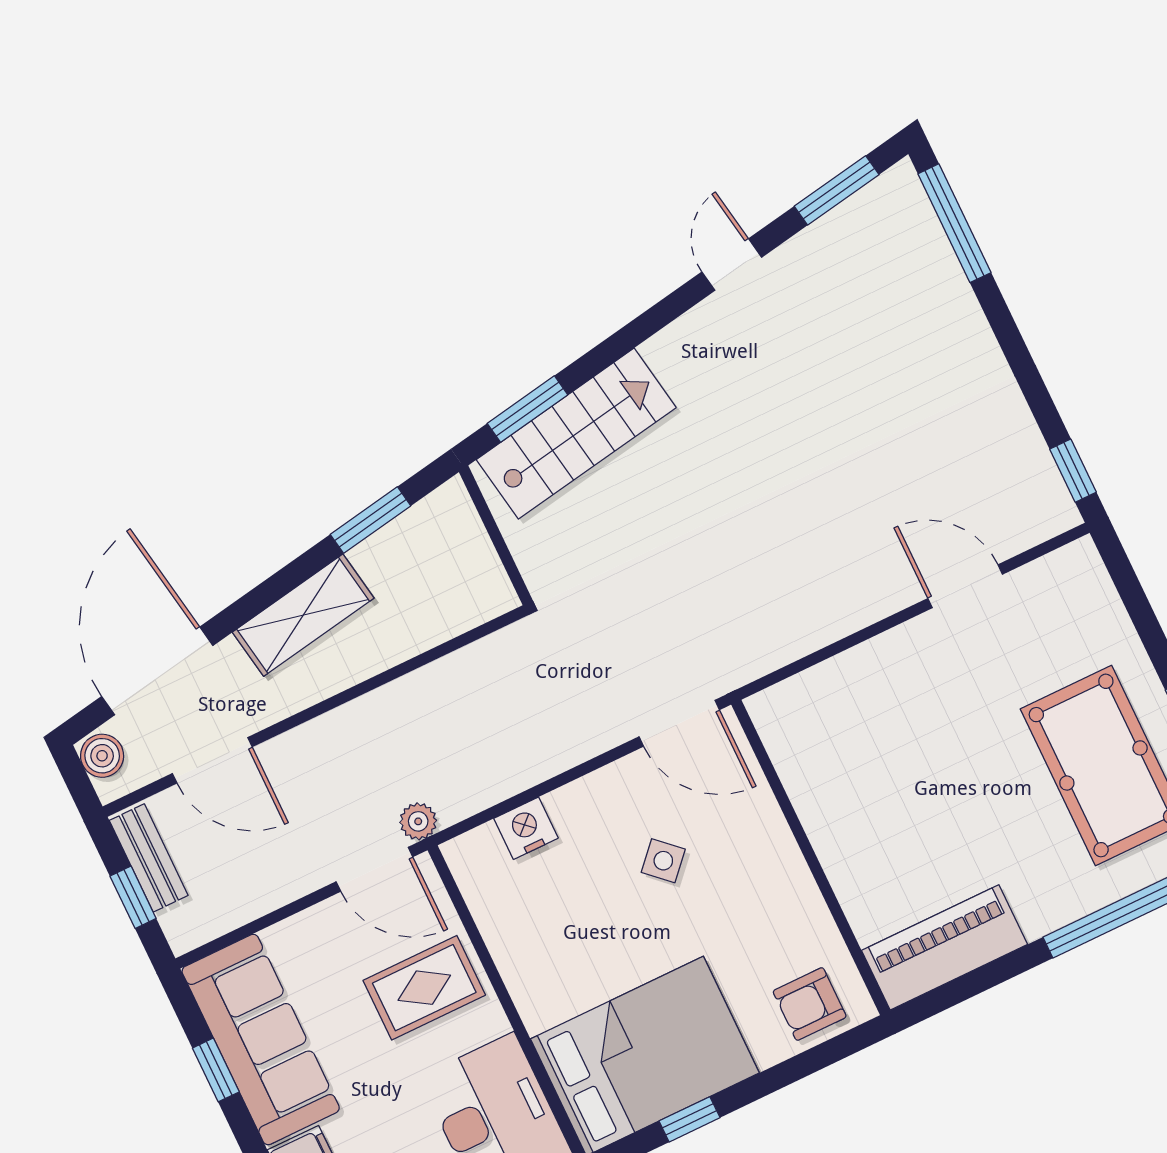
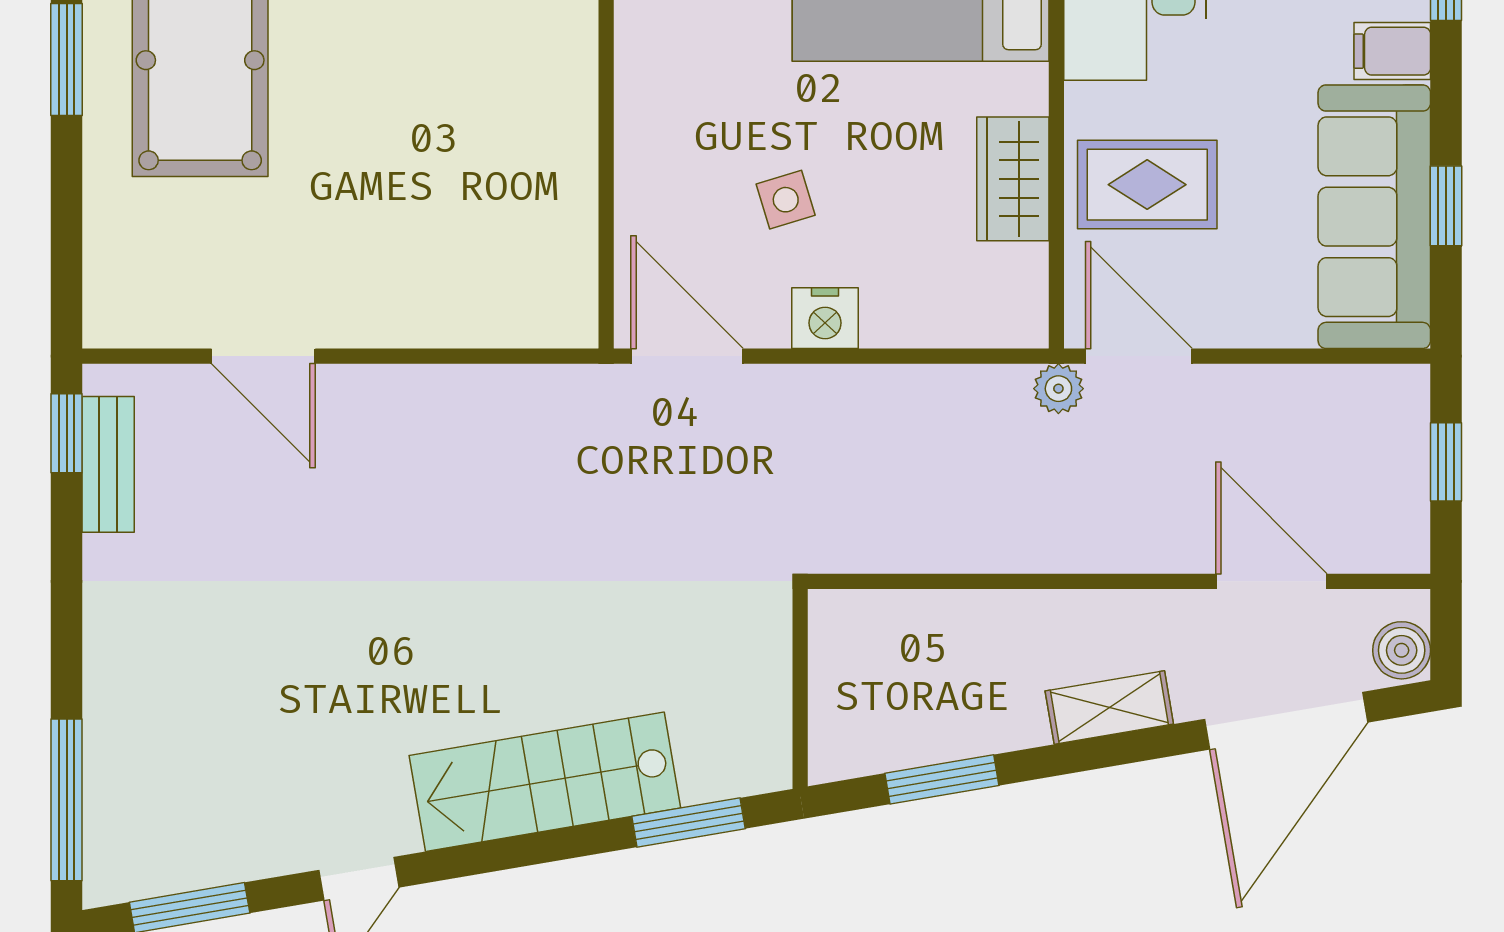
stairs: (576, 434) -> (545, 782), moved
shelving: (303, 615) -> (1109, 707), width x0.67, depth x0.75
nightstand: (526, 828) -> (825, 318), moved
bench: (149, 858) -> (108, 464), moved
side table: (663, 861) -> (786, 200), turned 30
wardrobe: (517, 948) -> (1013, 179), added

